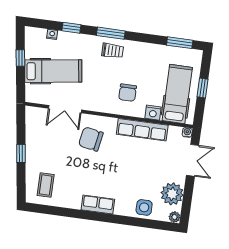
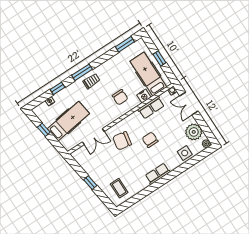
row of seats: (142, 130) -> (151, 107), width x0.68
double door: (193, 160) -> (189, 103), swing flipped
chair: (120, 163) -> (150, 140), added

